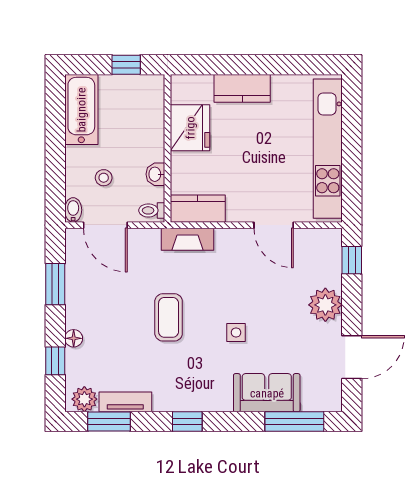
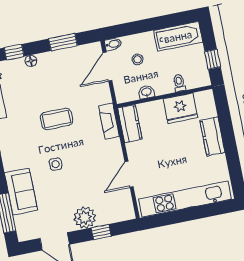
toilet: (152, 210) -> (179, 83), moved
window: (352, 260) -> (101, 232), moved

